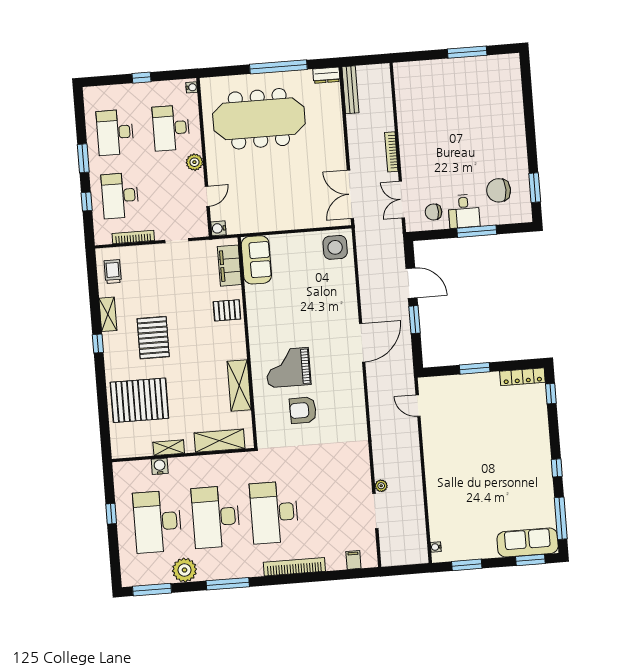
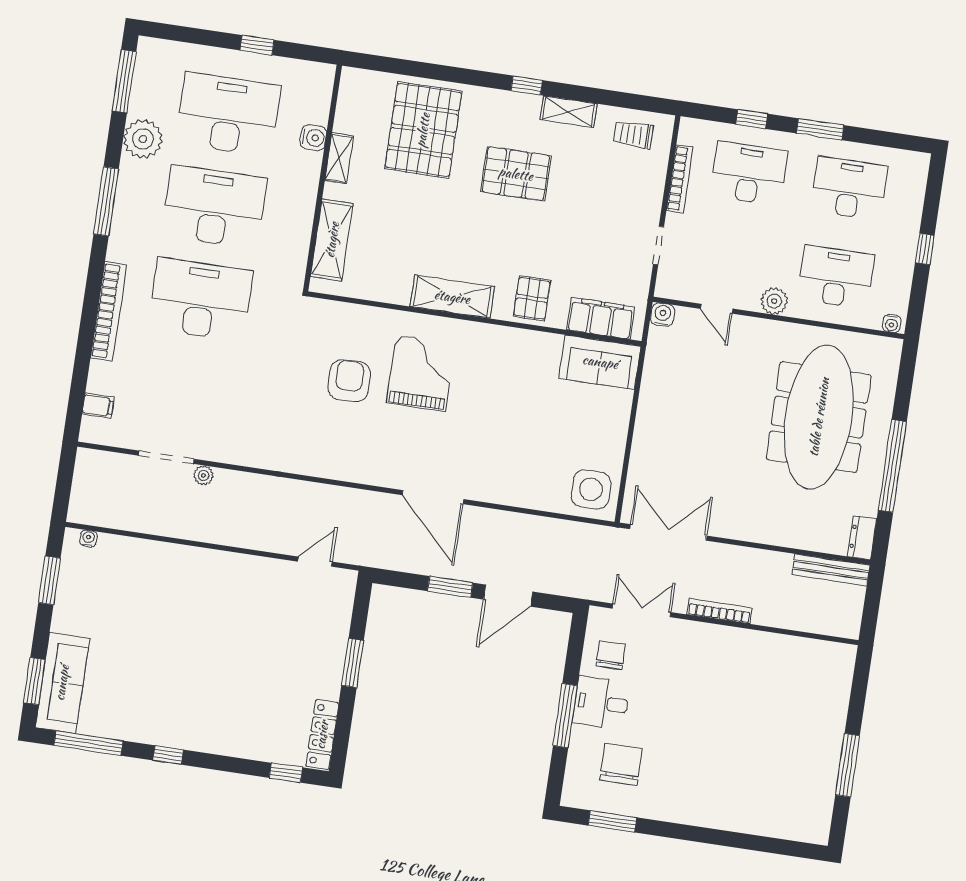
trolley: (113, 272) -> (633, 135), turned 180
shelving: (239, 385) -> (452, 297), moved

